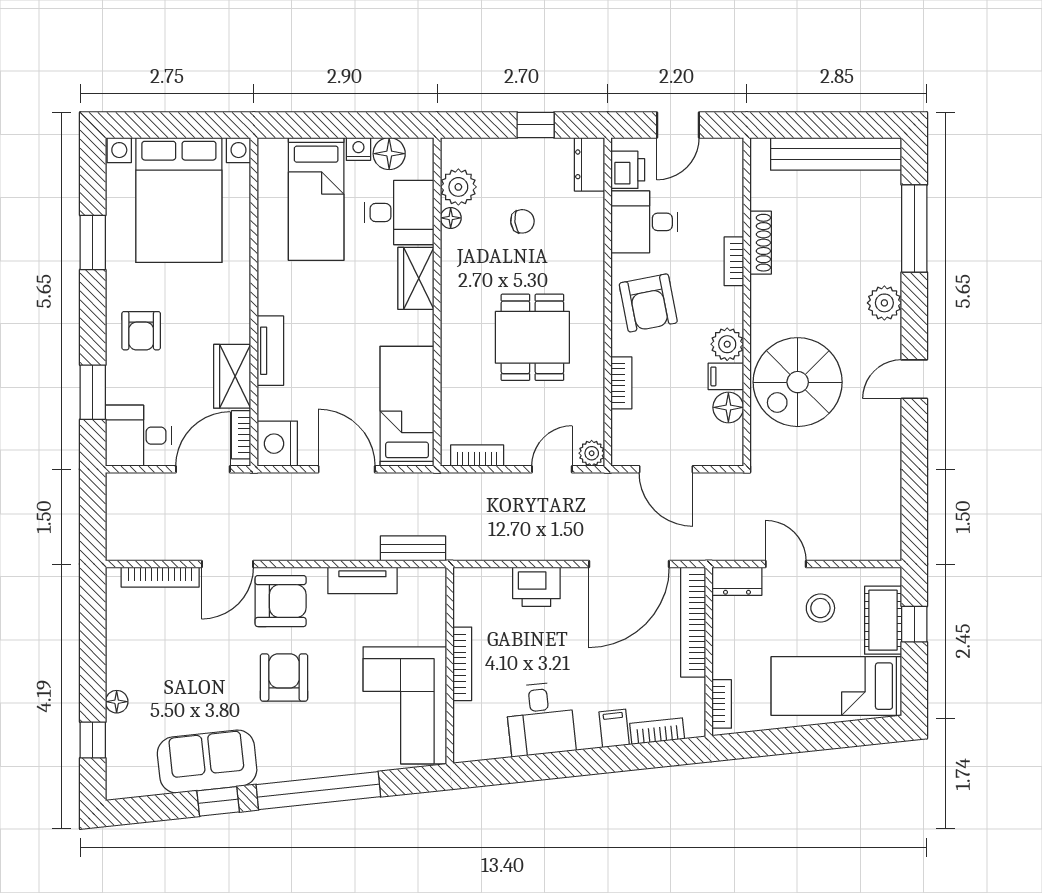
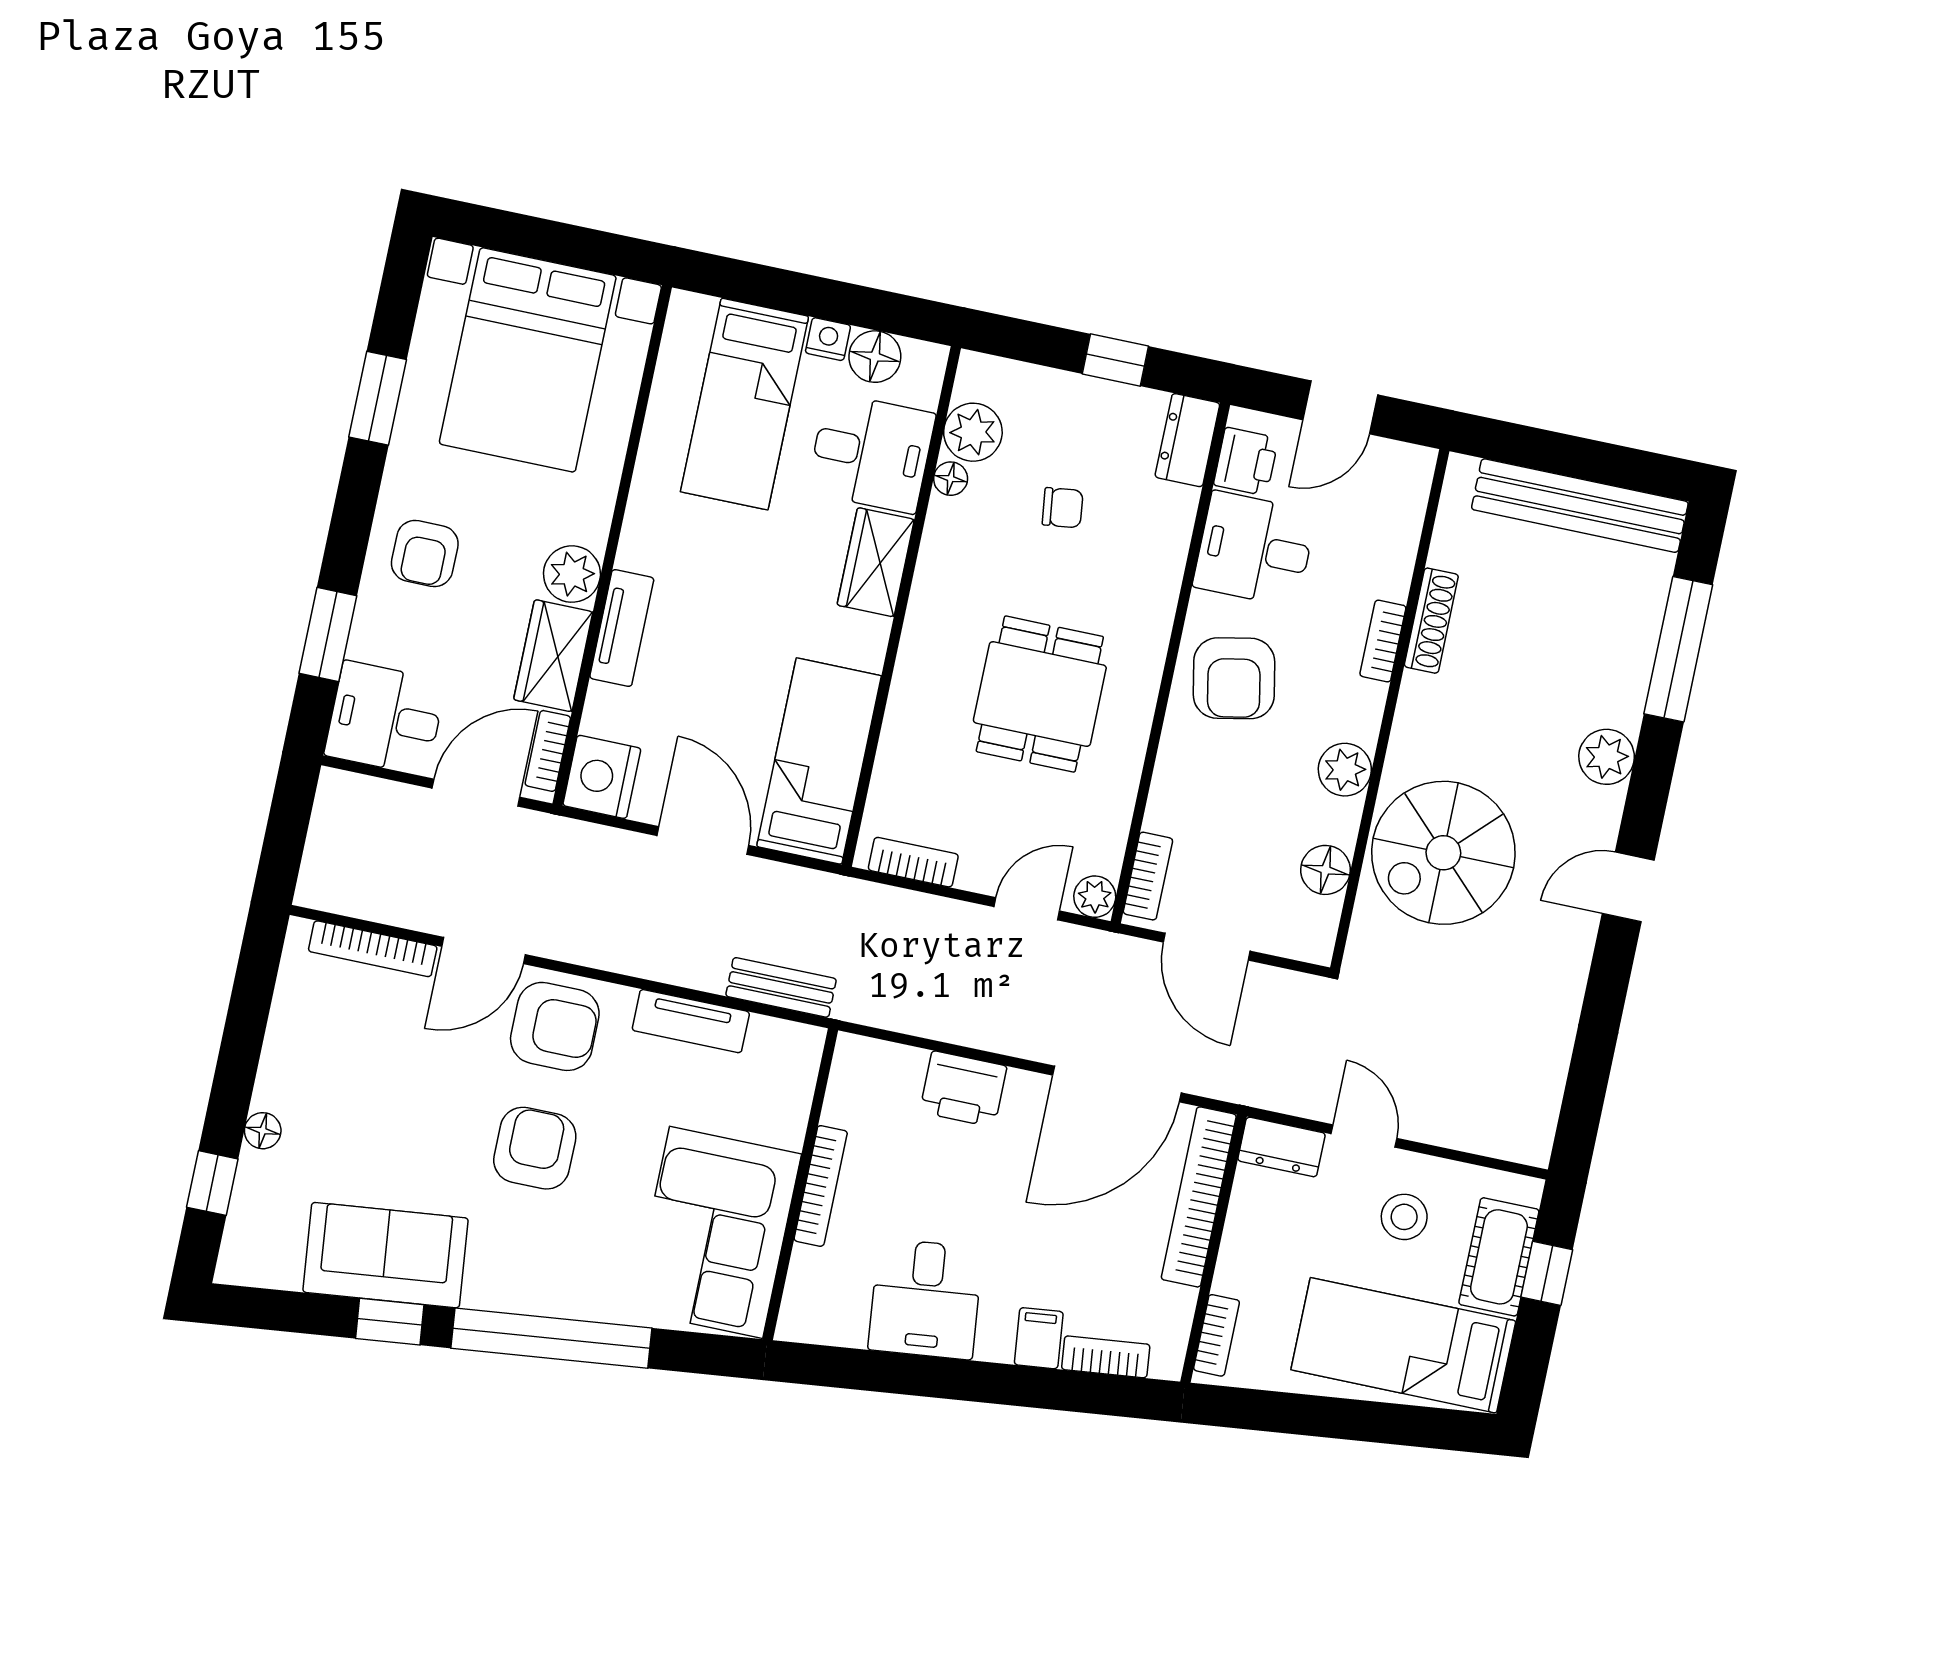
plant: (233, 324) -> (572, 574), added
filing cabinet: (726, 376) -> (1332, 820), removed
bookcase: (621, 383) -> (1148, 876), moved

